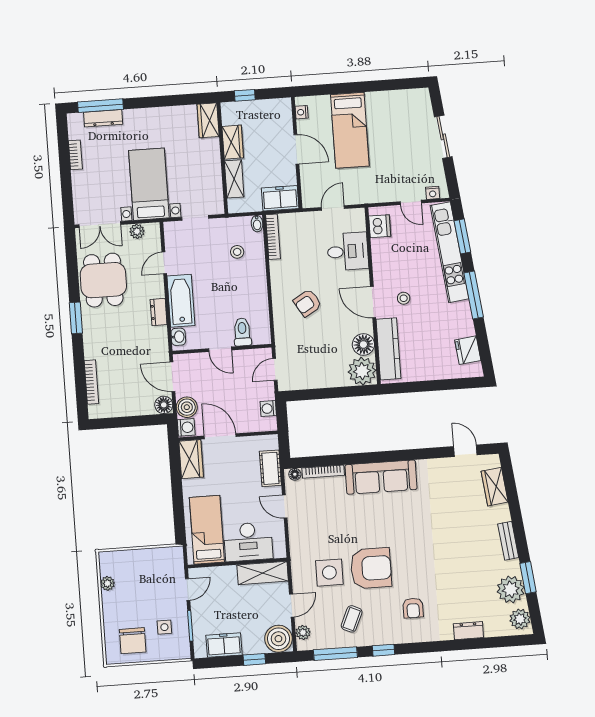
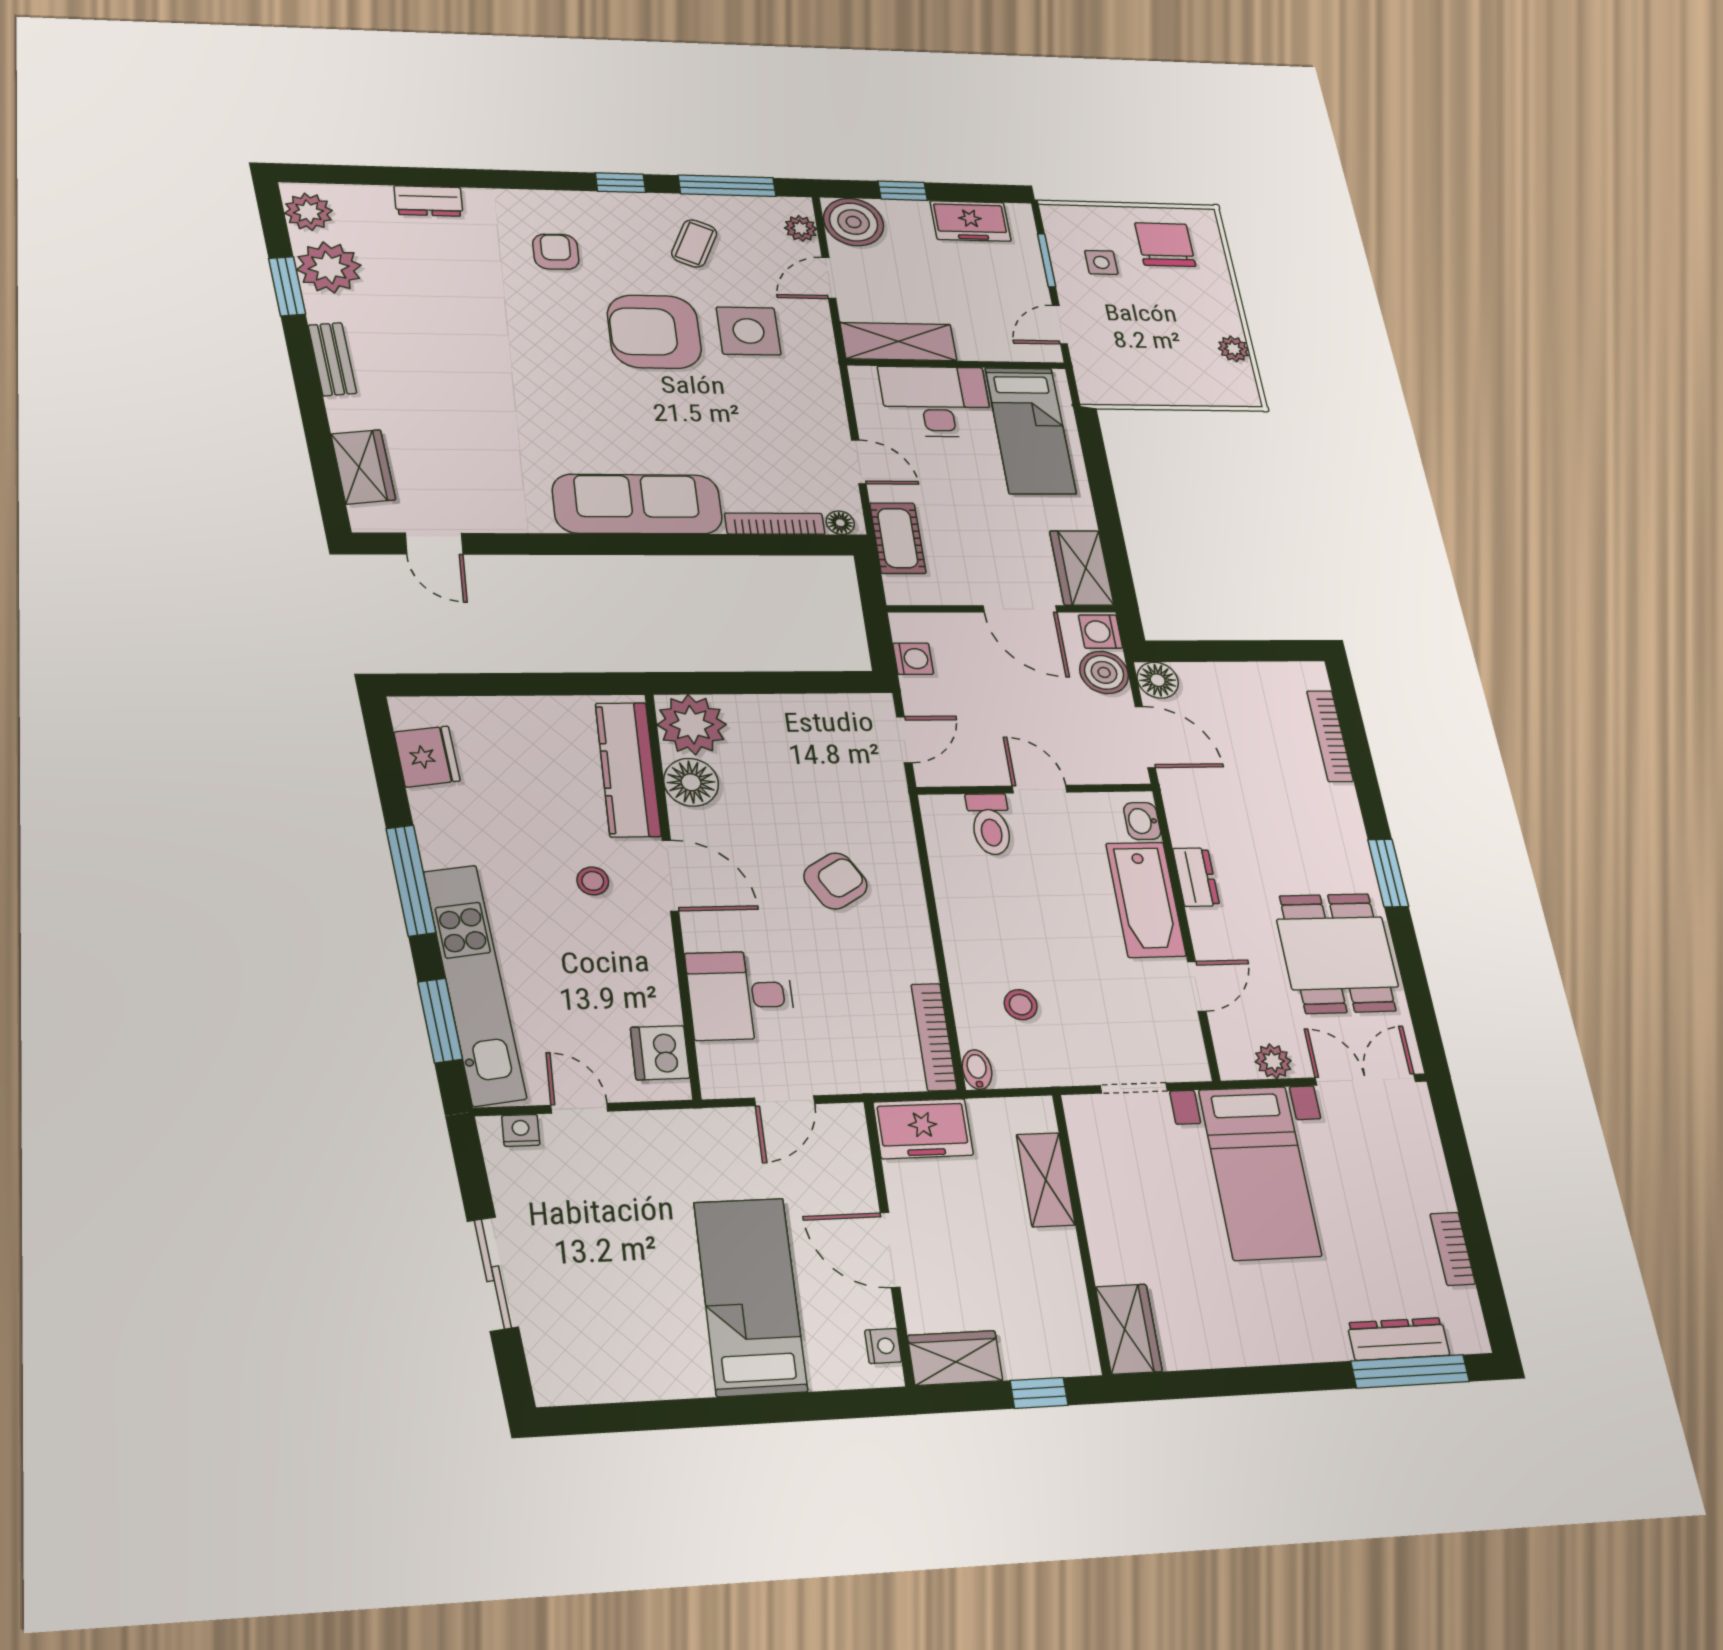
wardrobe: (233, 142) -> (955, 1358), moved, turned 90

